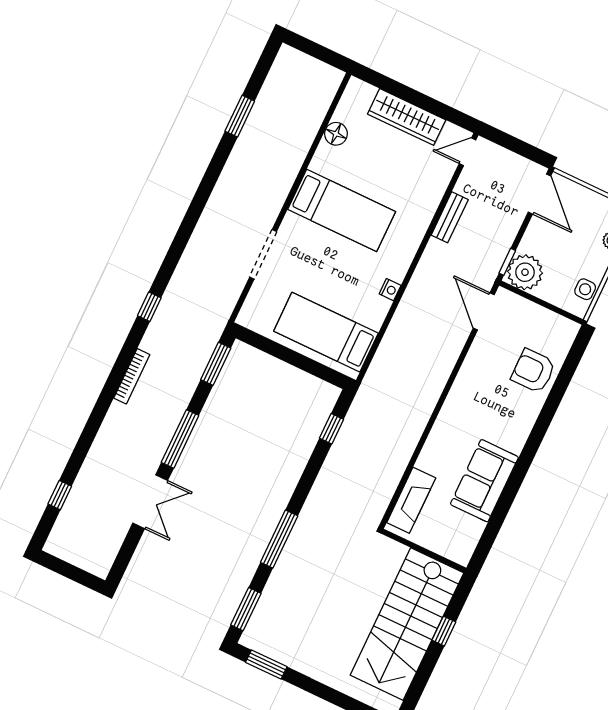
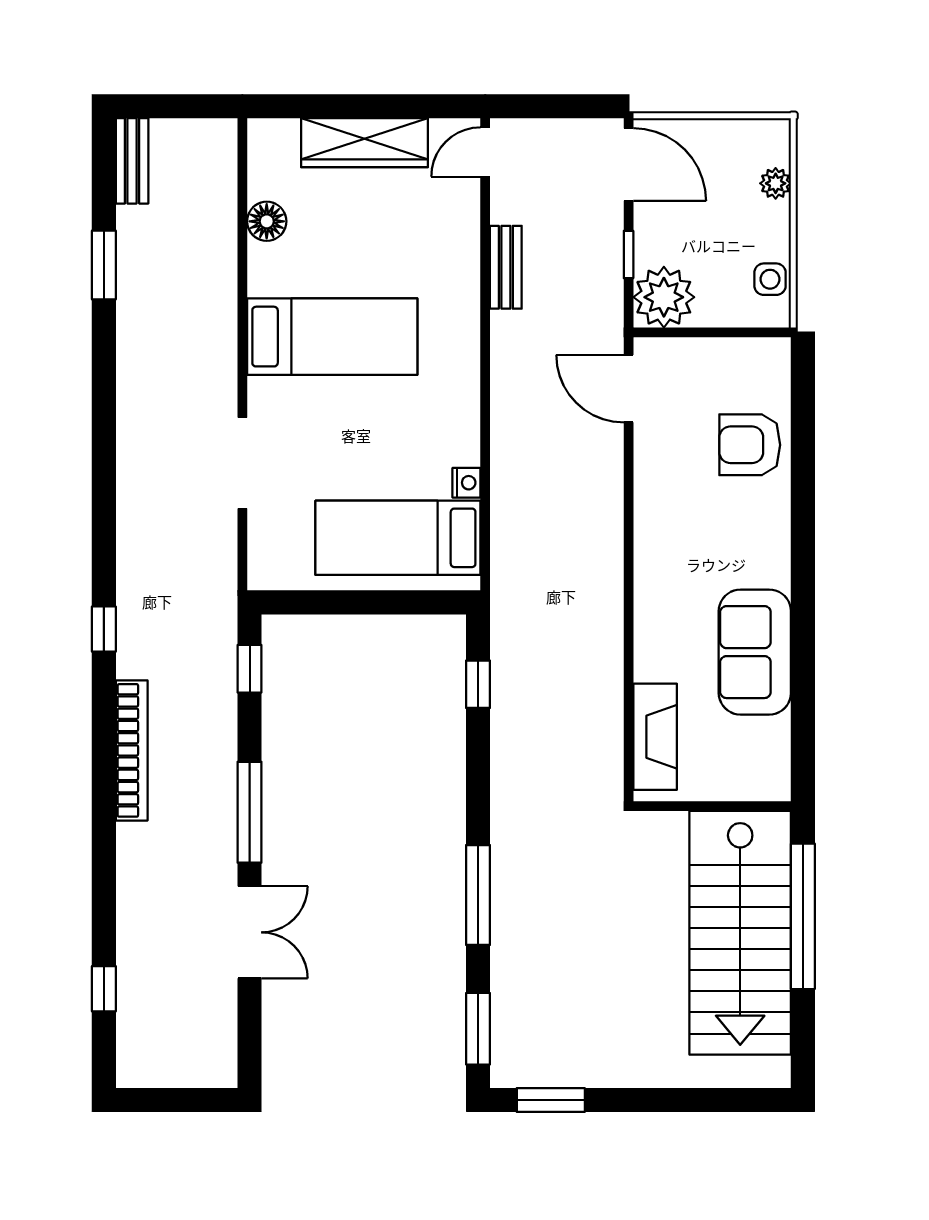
bench: (280, 69) -> (132, 161), added
window: (507, 262) -> (629, 254), moved
nightstand: (390, 290) -> (466, 483), moved
window: (216, 364) -> (250, 669), width x0.67
bookcase: (132, 376) -> (132, 750), width x1.48, depth x1.31
window: (444, 631) -> (803, 916), width x3.17

